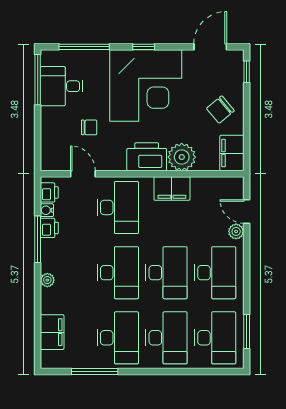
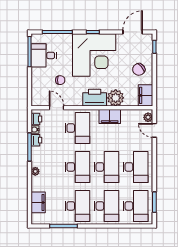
plant: (236, 231) -> (148, 117), moved

